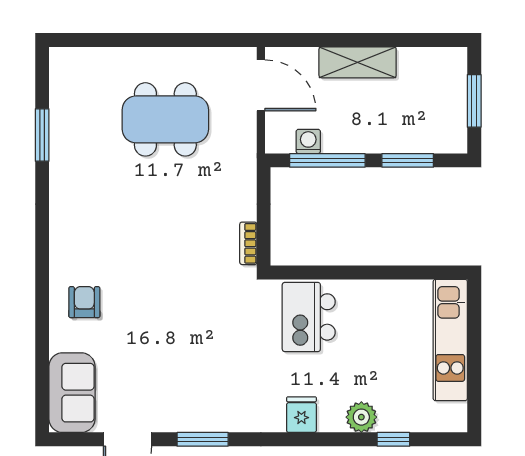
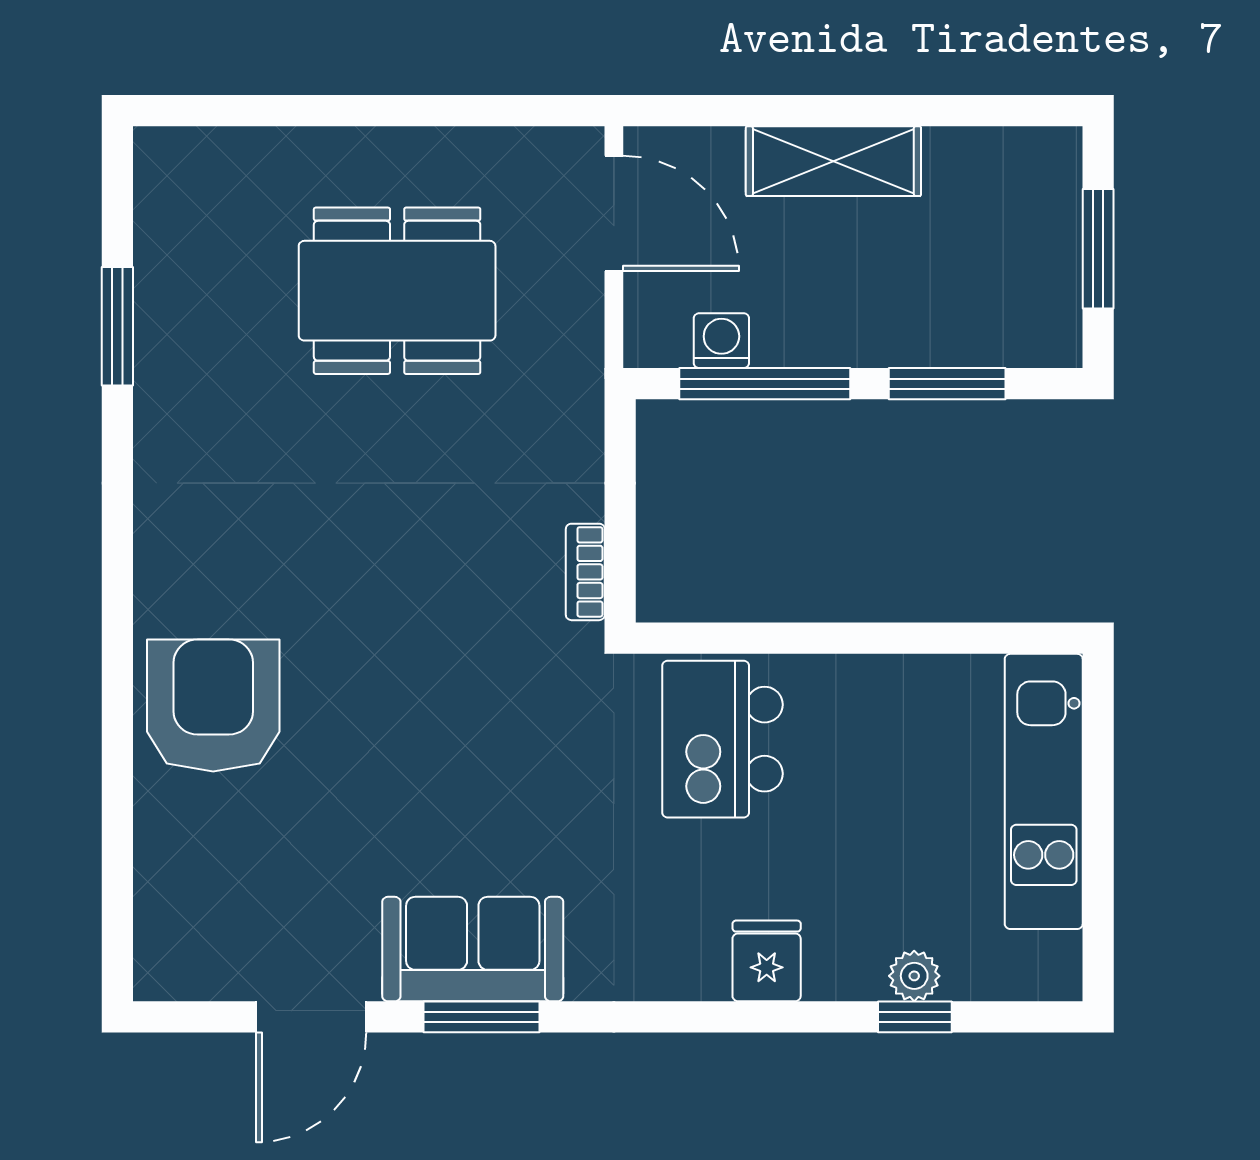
armchair: (84, 302) -> (213, 706), width x1.88, depth x1.88
sofa: (72, 393) -> (473, 949), moved, turned -90
fridge: (301, 415) -> (767, 961), moved
plant: (361, 417) -> (914, 976), moved, width x0.73, depth x0.73

